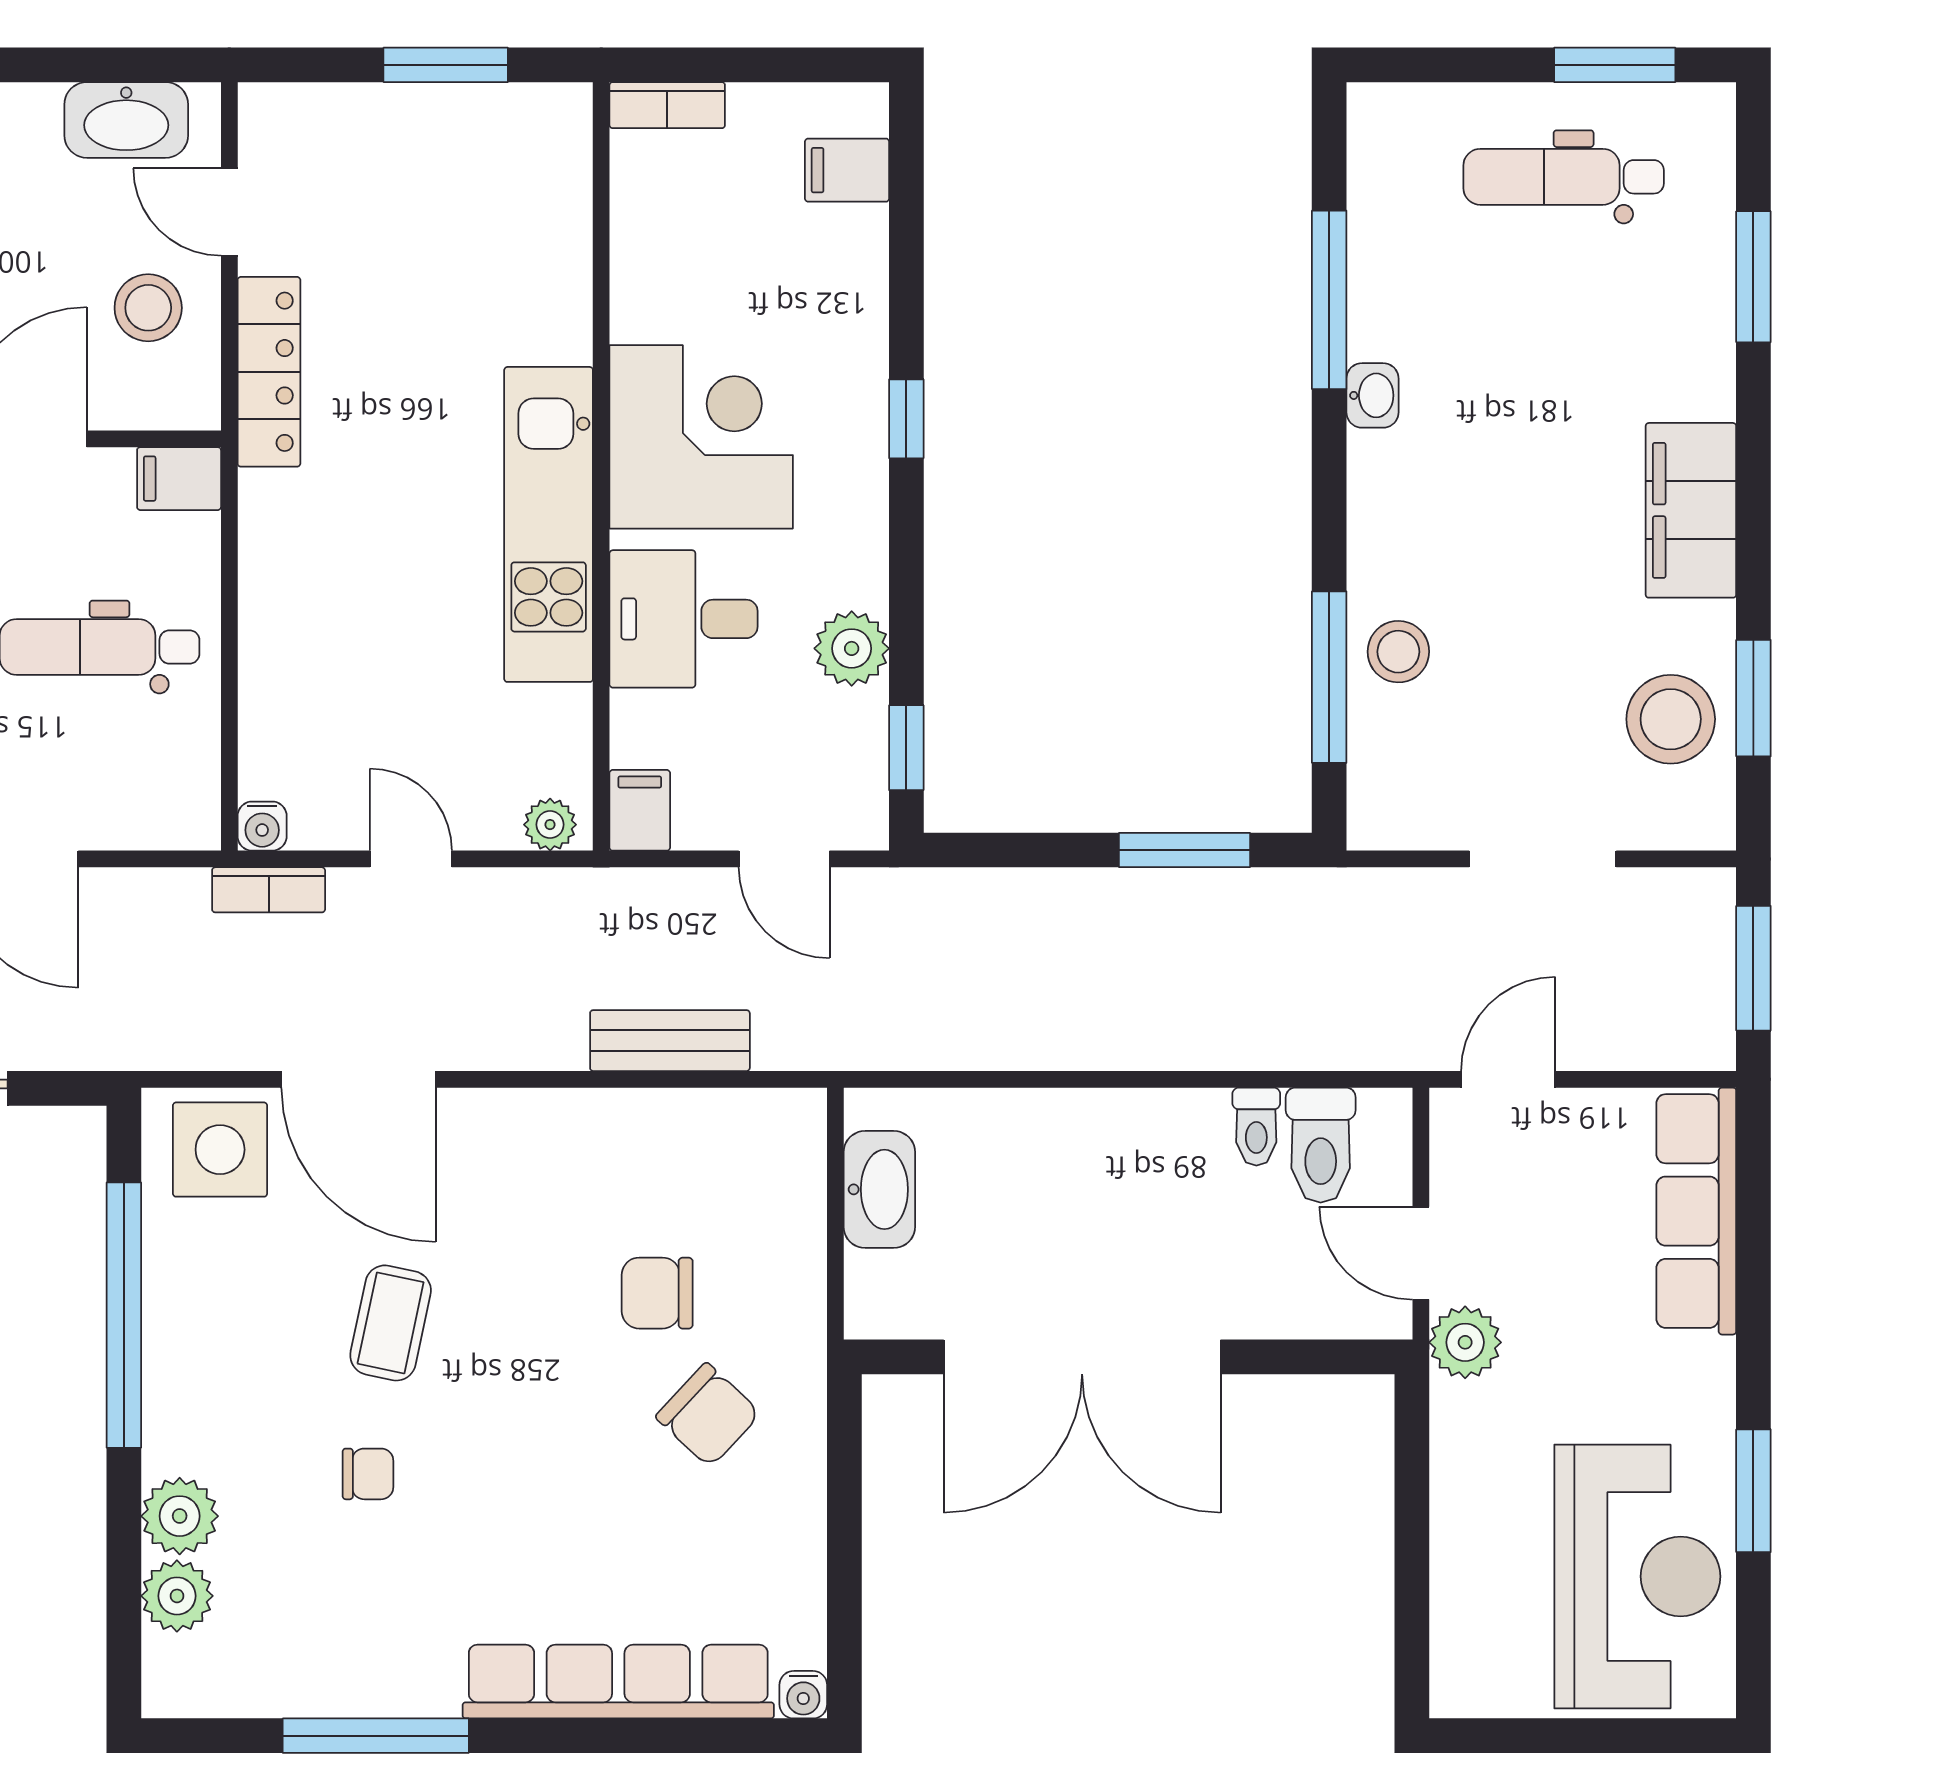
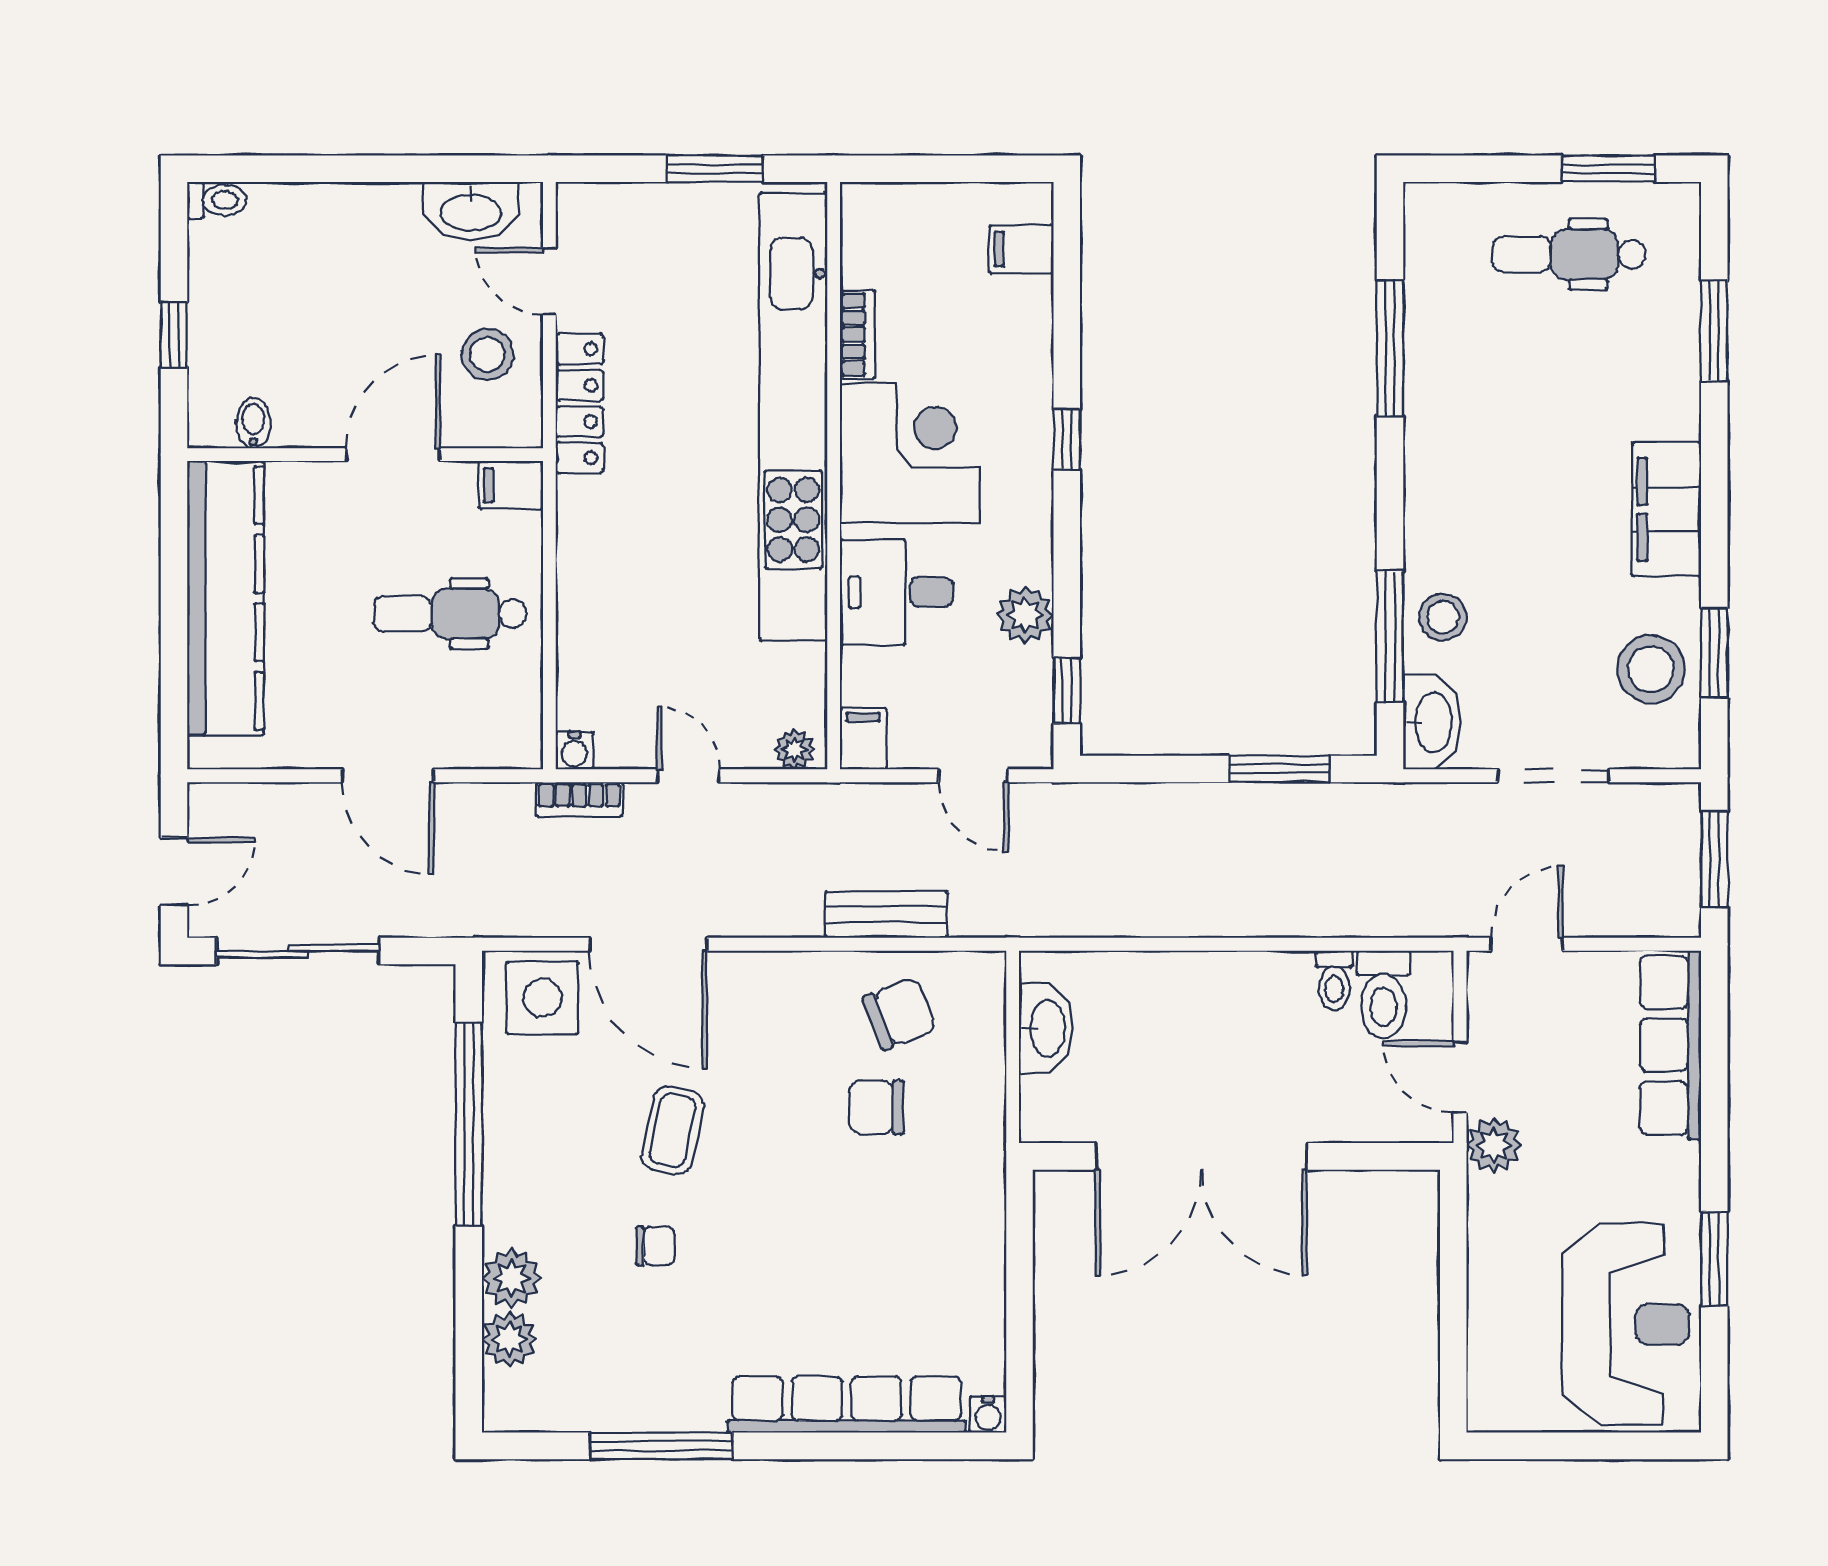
bookcase: (667, 105) -> (858, 335), moved, turned -90
washbasin: (1373, 395) -> (1432, 722), moved, width x1.91, depth x1.45
kitchen unit: (549, 524) -> (793, 417), width x1.86
chair: (708, 1415) -> (900, 1014), moved, turned -64

